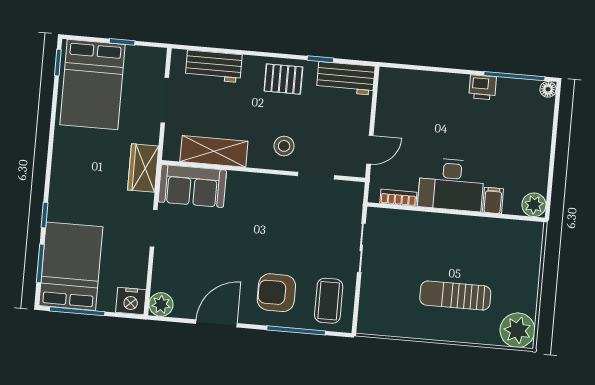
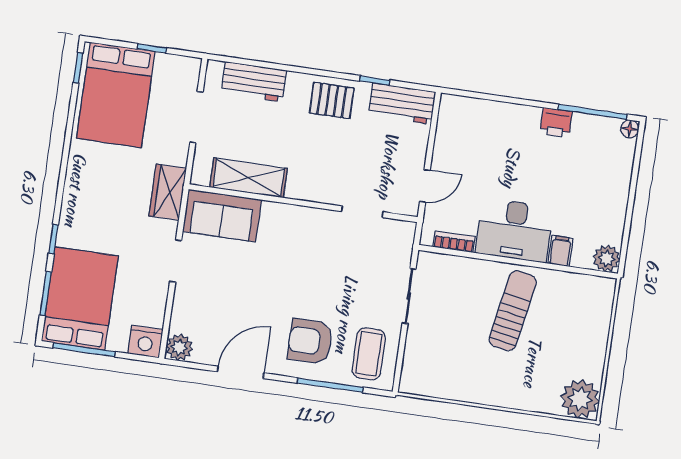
stool: (284, 146) -> (328, 176), removed
sun lounger: (455, 295) -> (513, 311), moved, turned 100

